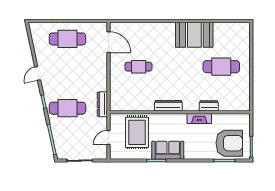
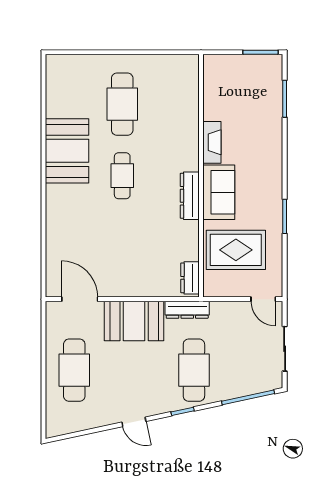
door: (109, 42) -> (80, 299), hinge flipped
cafe table: (139, 67) -> (122, 176), moved
booth: (96, 74) -> (134, 321), added
dresser: (209, 106) -> (190, 278), moved
door: (109, 137) -> (263, 299), moved
armchair: (229, 143) -> (255, 90), removed
sofa: (168, 150) -> (219, 192), moved, turned 180

